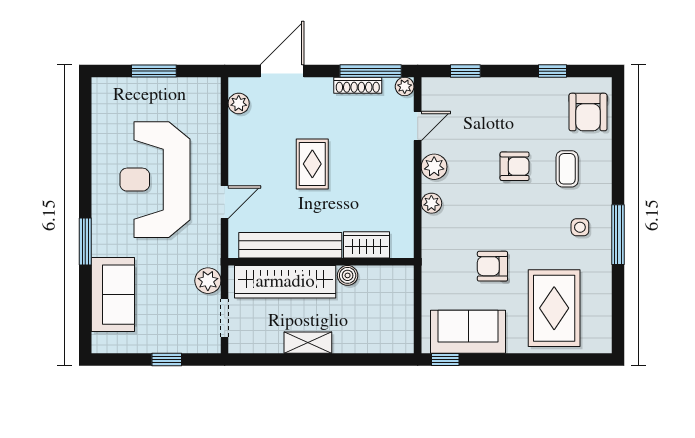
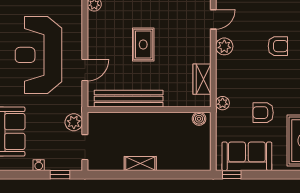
plant: (431, 203) -> (223, 103), moved
wardrobe: (367, 245) -> (202, 79), moved, turned -90
boiler: (348, 275) -> (199, 119), moved
wardrobe: (285, 282) -> (125, 123), removed
water cooler: (155, 345) -> (39, 165), added
window: (167, 359) -> (60, 175), moved

